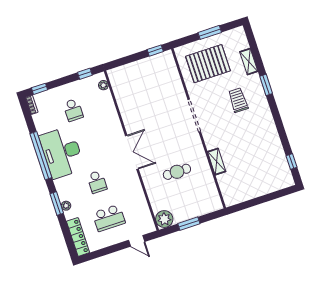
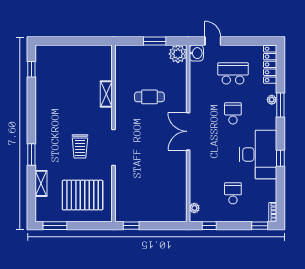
window: (210, 32) -> (55, 226), moved
trolley: (238, 100) -> (80, 146), moved
window: (41, 156) -> (280, 158), width x0.32
washbasin: (148, 225) -> (196, 53), added

